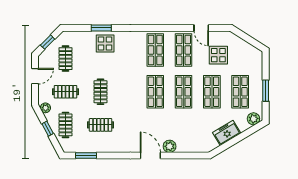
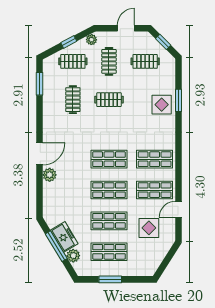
door: (35, 76) -> (126, 28), swing flipped
plant: (253, 119) -> (73, 256), moved
window: (235, 140) -> (56, 246), added

